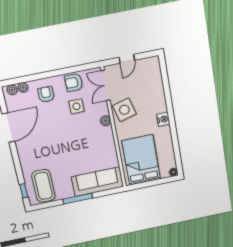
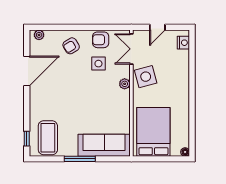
plant: (23, 87) -> (50, 35), removed
armchair: (46, 94) -> (71, 46), turned -122
nightstand: (163, 119) -> (183, 43), moved

